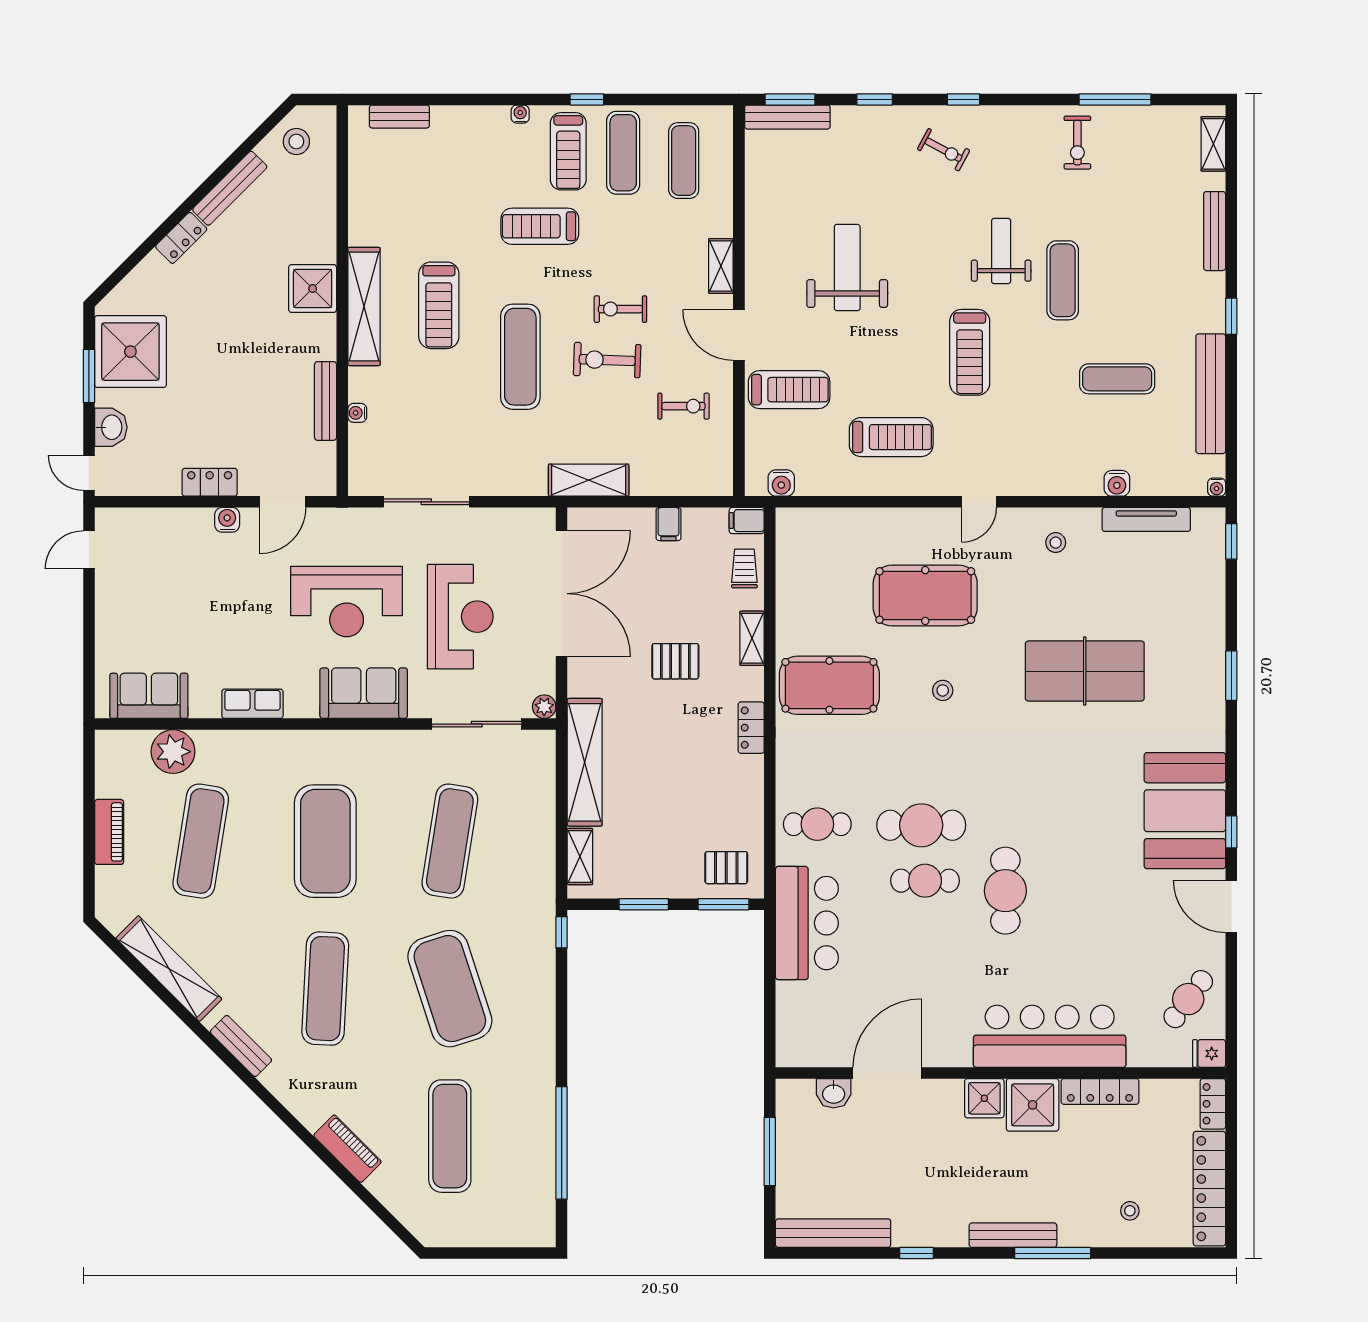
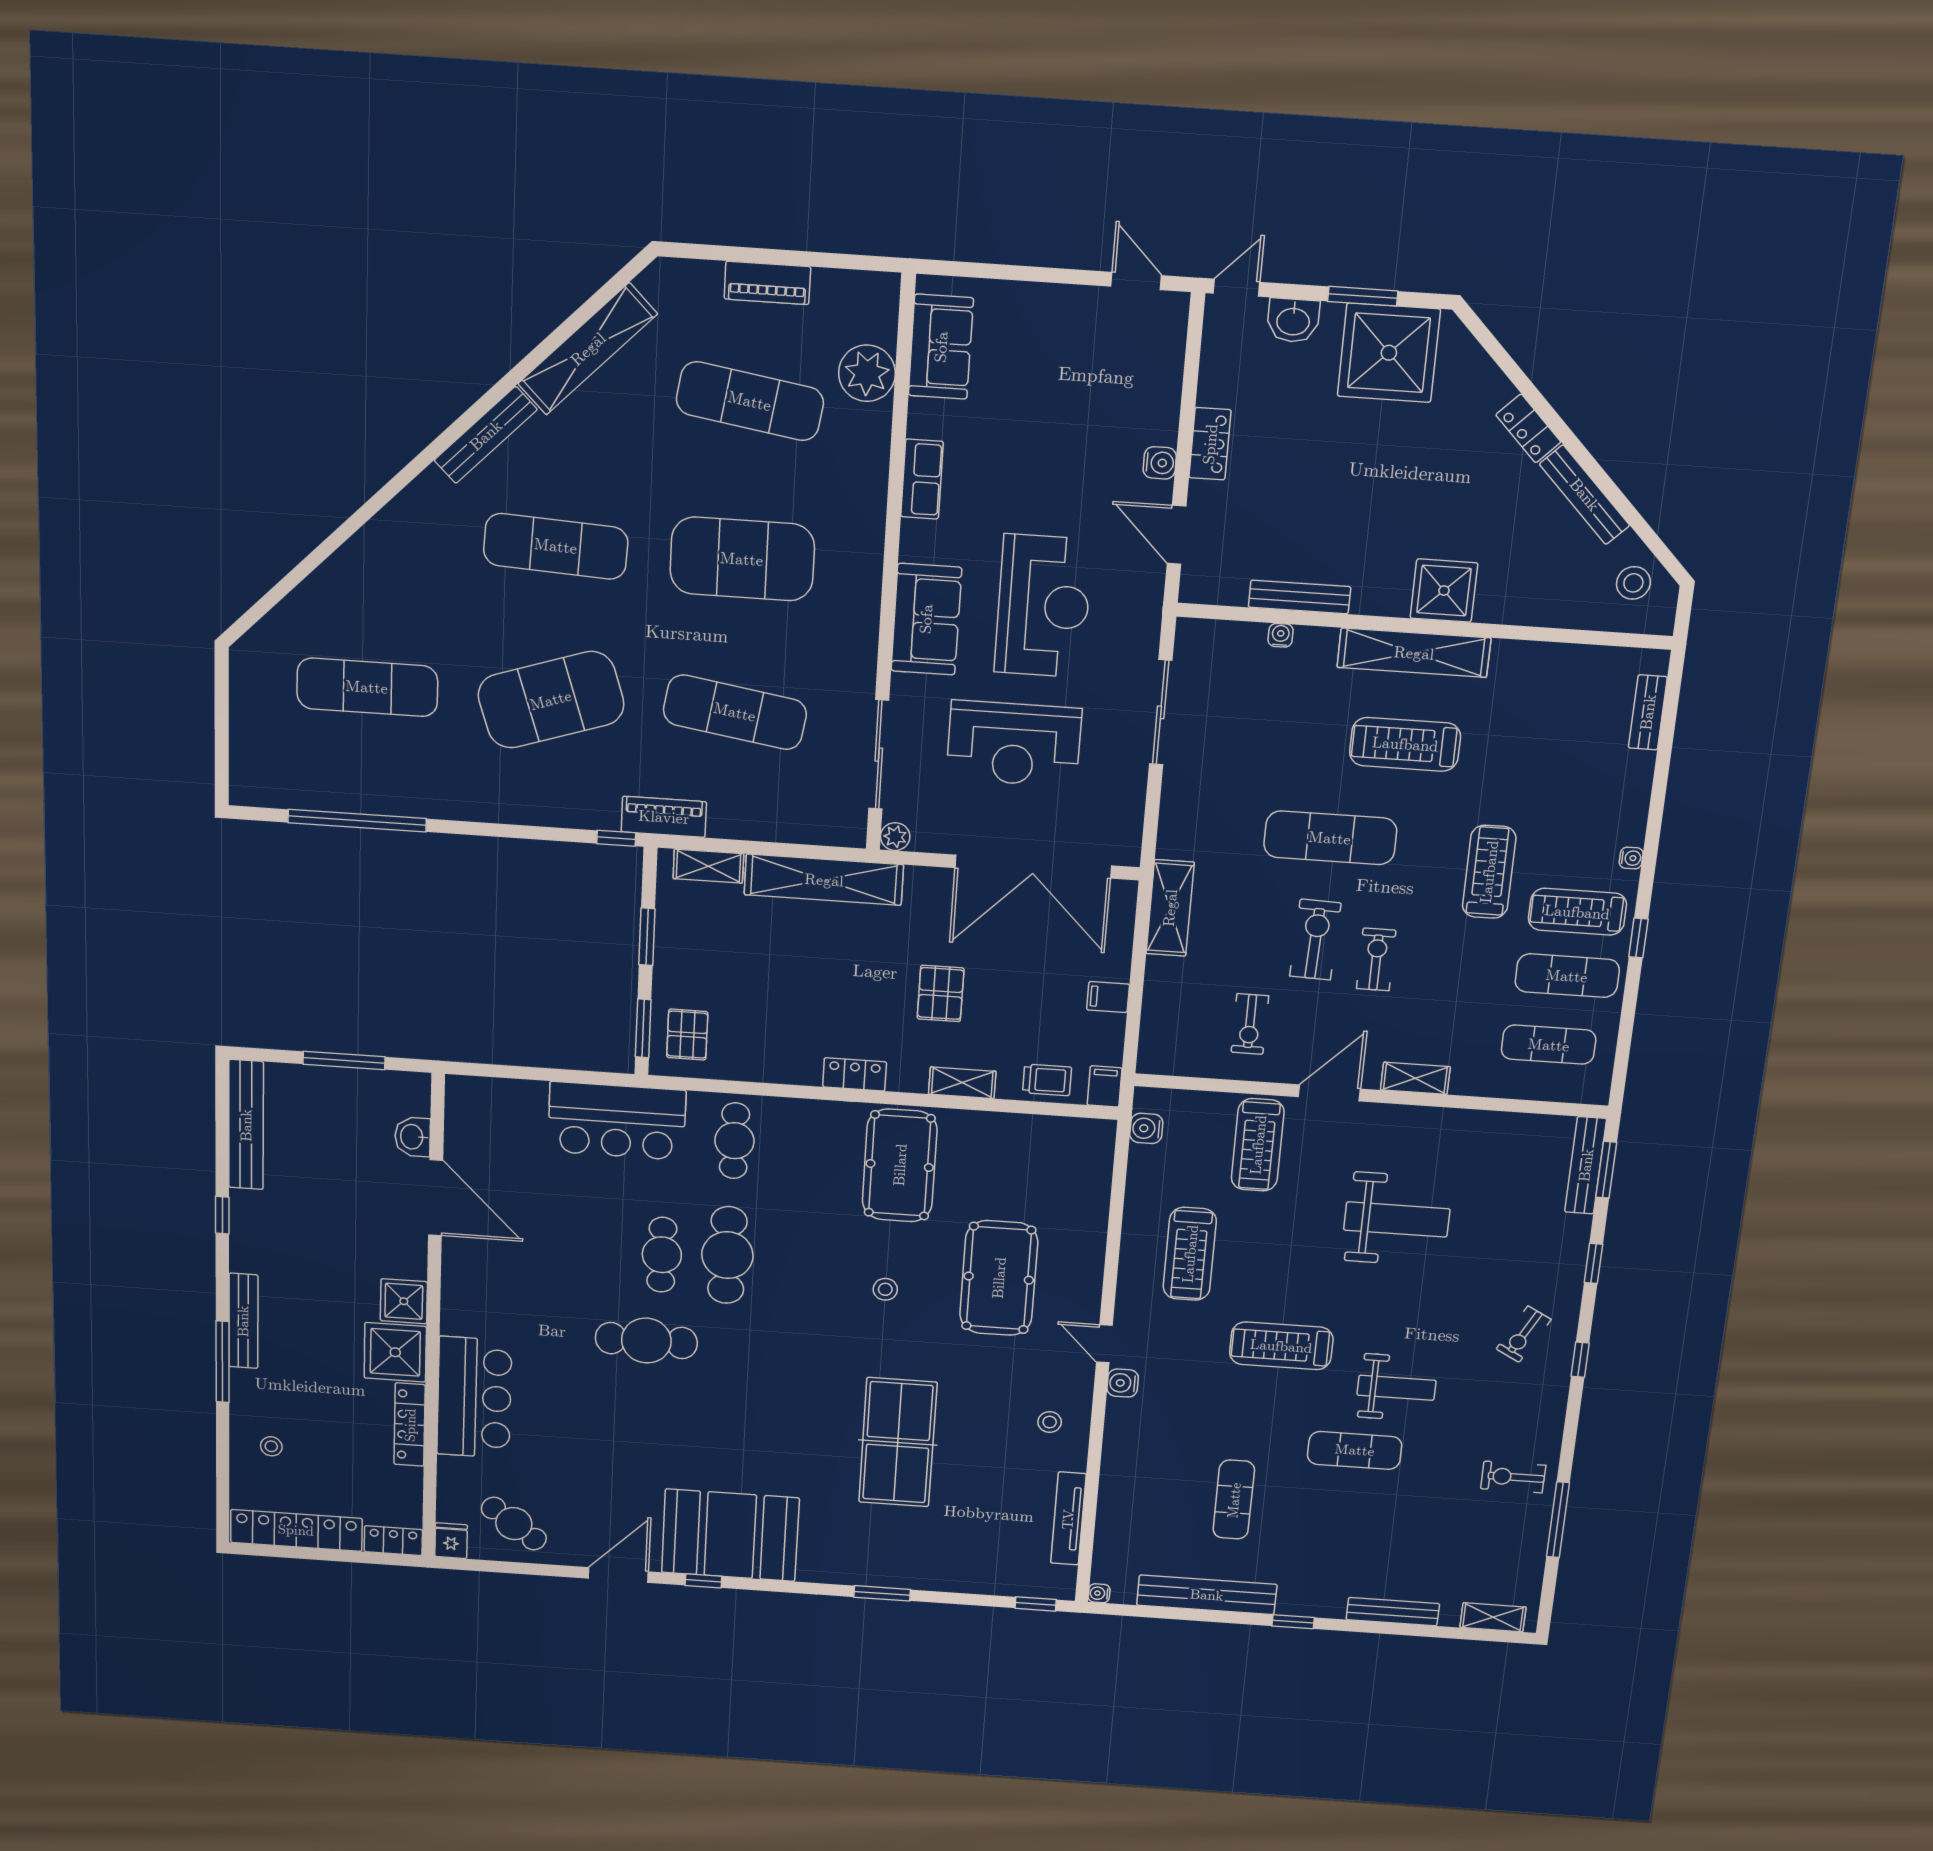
water cooler: (1117, 483) -> (1123, 1383), moved
reception desk: (347, 602) -> (1043, 606), turned 180
bar counter: (1050, 1036) -> (474, 1398), width x0.73
bench: (241, 1046) -> (486, 435), width x1.36
piano: (348, 1149) -> (664, 817), moved, turned -135

